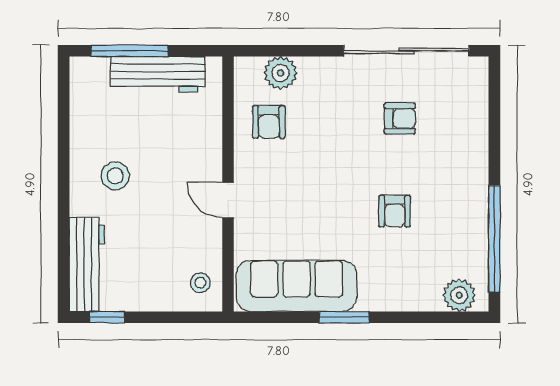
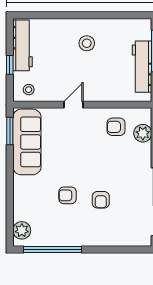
armchair: (400, 118) -> (101, 200), moved
workbench: (87, 265) -> (23, 45), moved, turned -90
window: (107, 317) -> (10, 65), moved
window: (344, 317) -> (10, 131), moved

